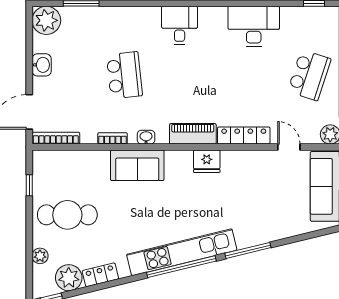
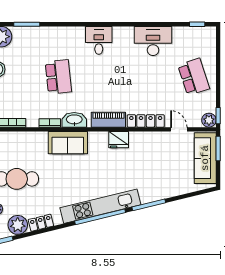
school desk: (309, 75) -> (194, 77), turned -36
washbasin: (146, 137) -> (74, 120), width x1.91, depth x1.45

